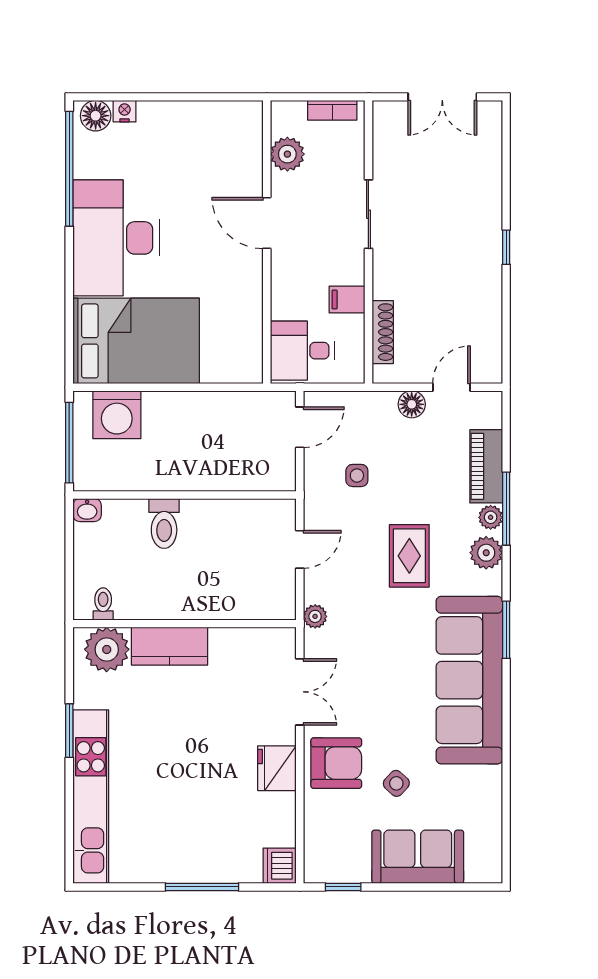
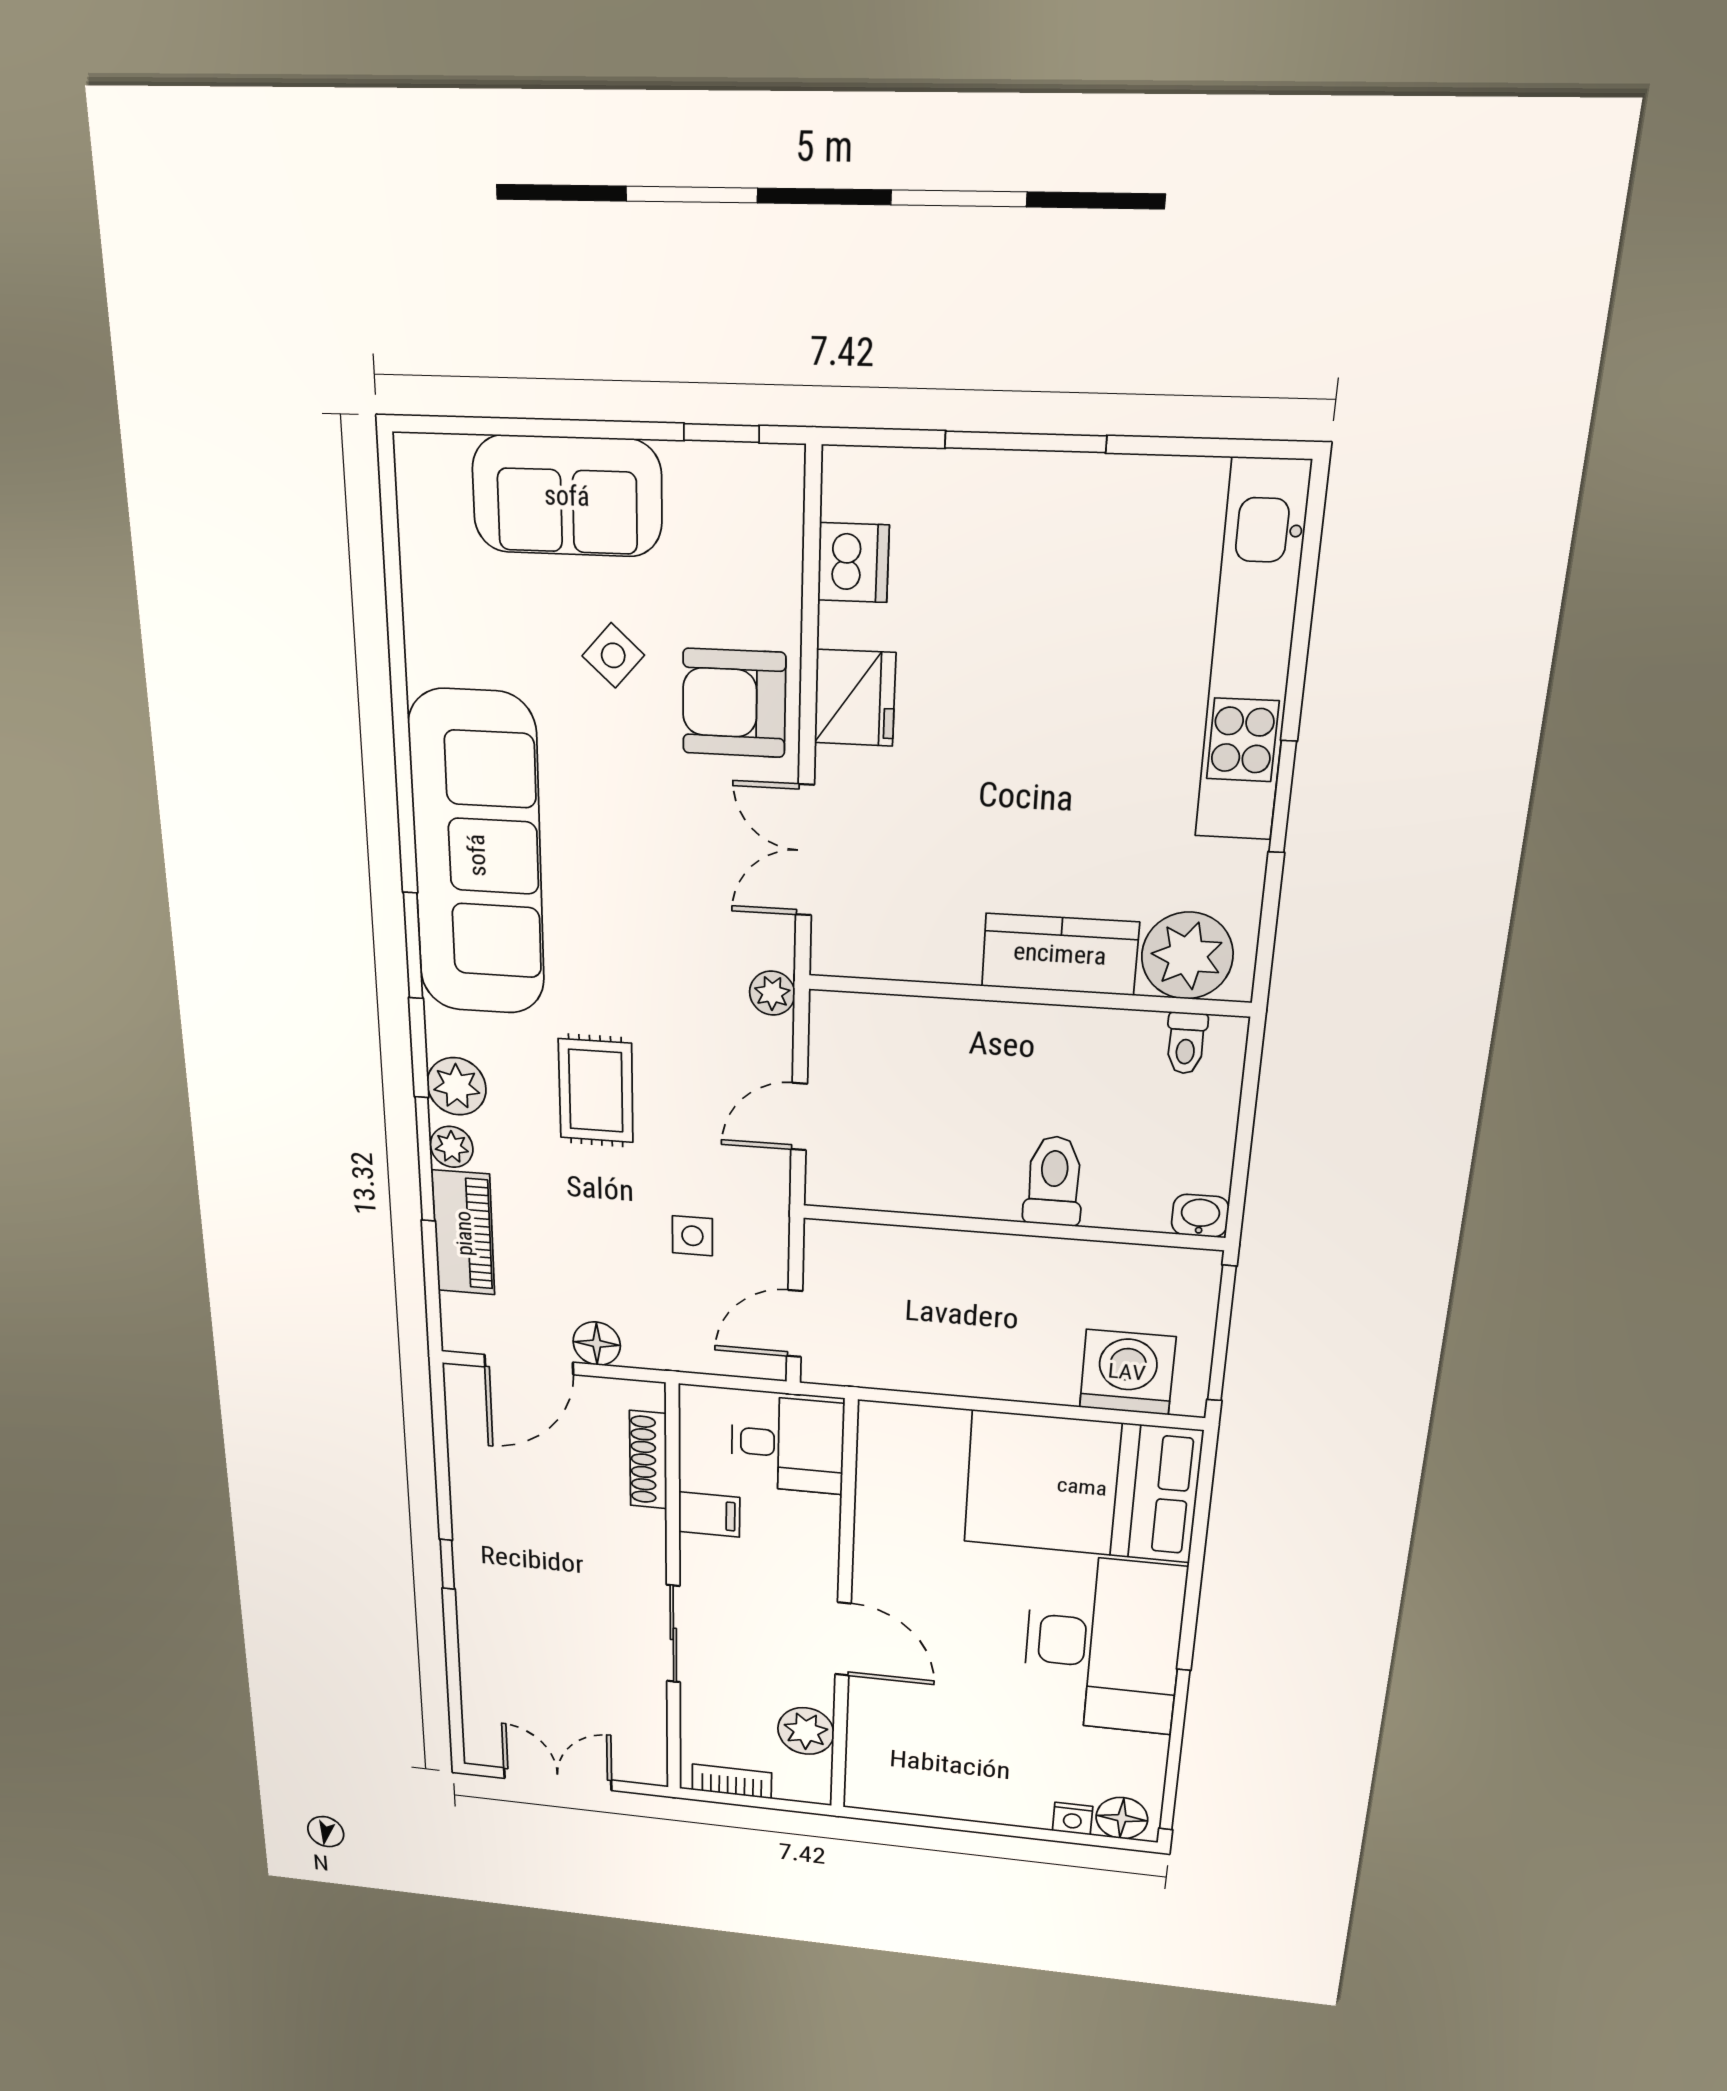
door: (451, 387) -> (529, 1365), width x1.38
dishwasher: (280, 866) -> (853, 563), moved

